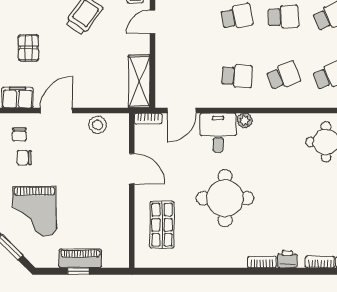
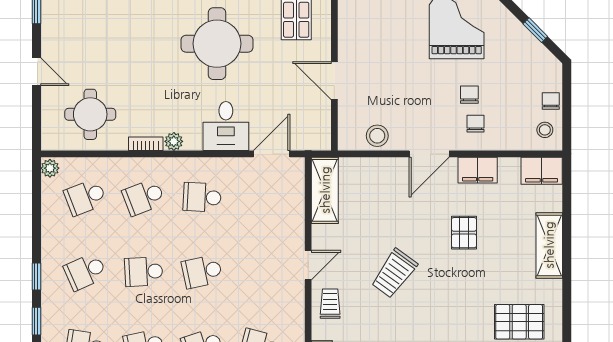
bookcase: (148, 119) -> (146, 144), moved
plant: (245, 120) -> (174, 141), moved
chair: (24, 158) -> (469, 95), turned -90

